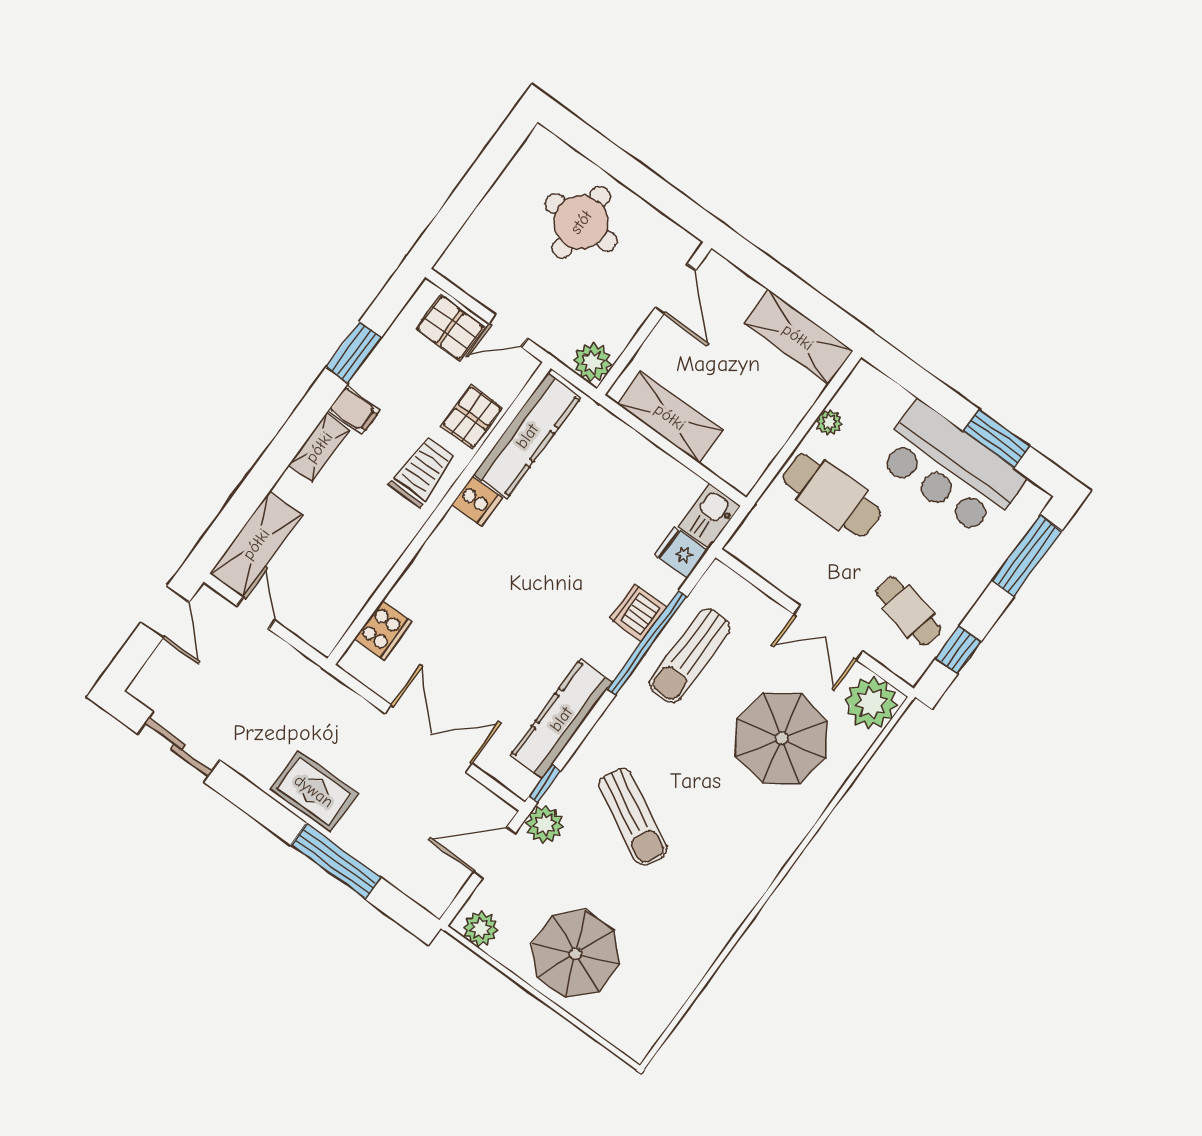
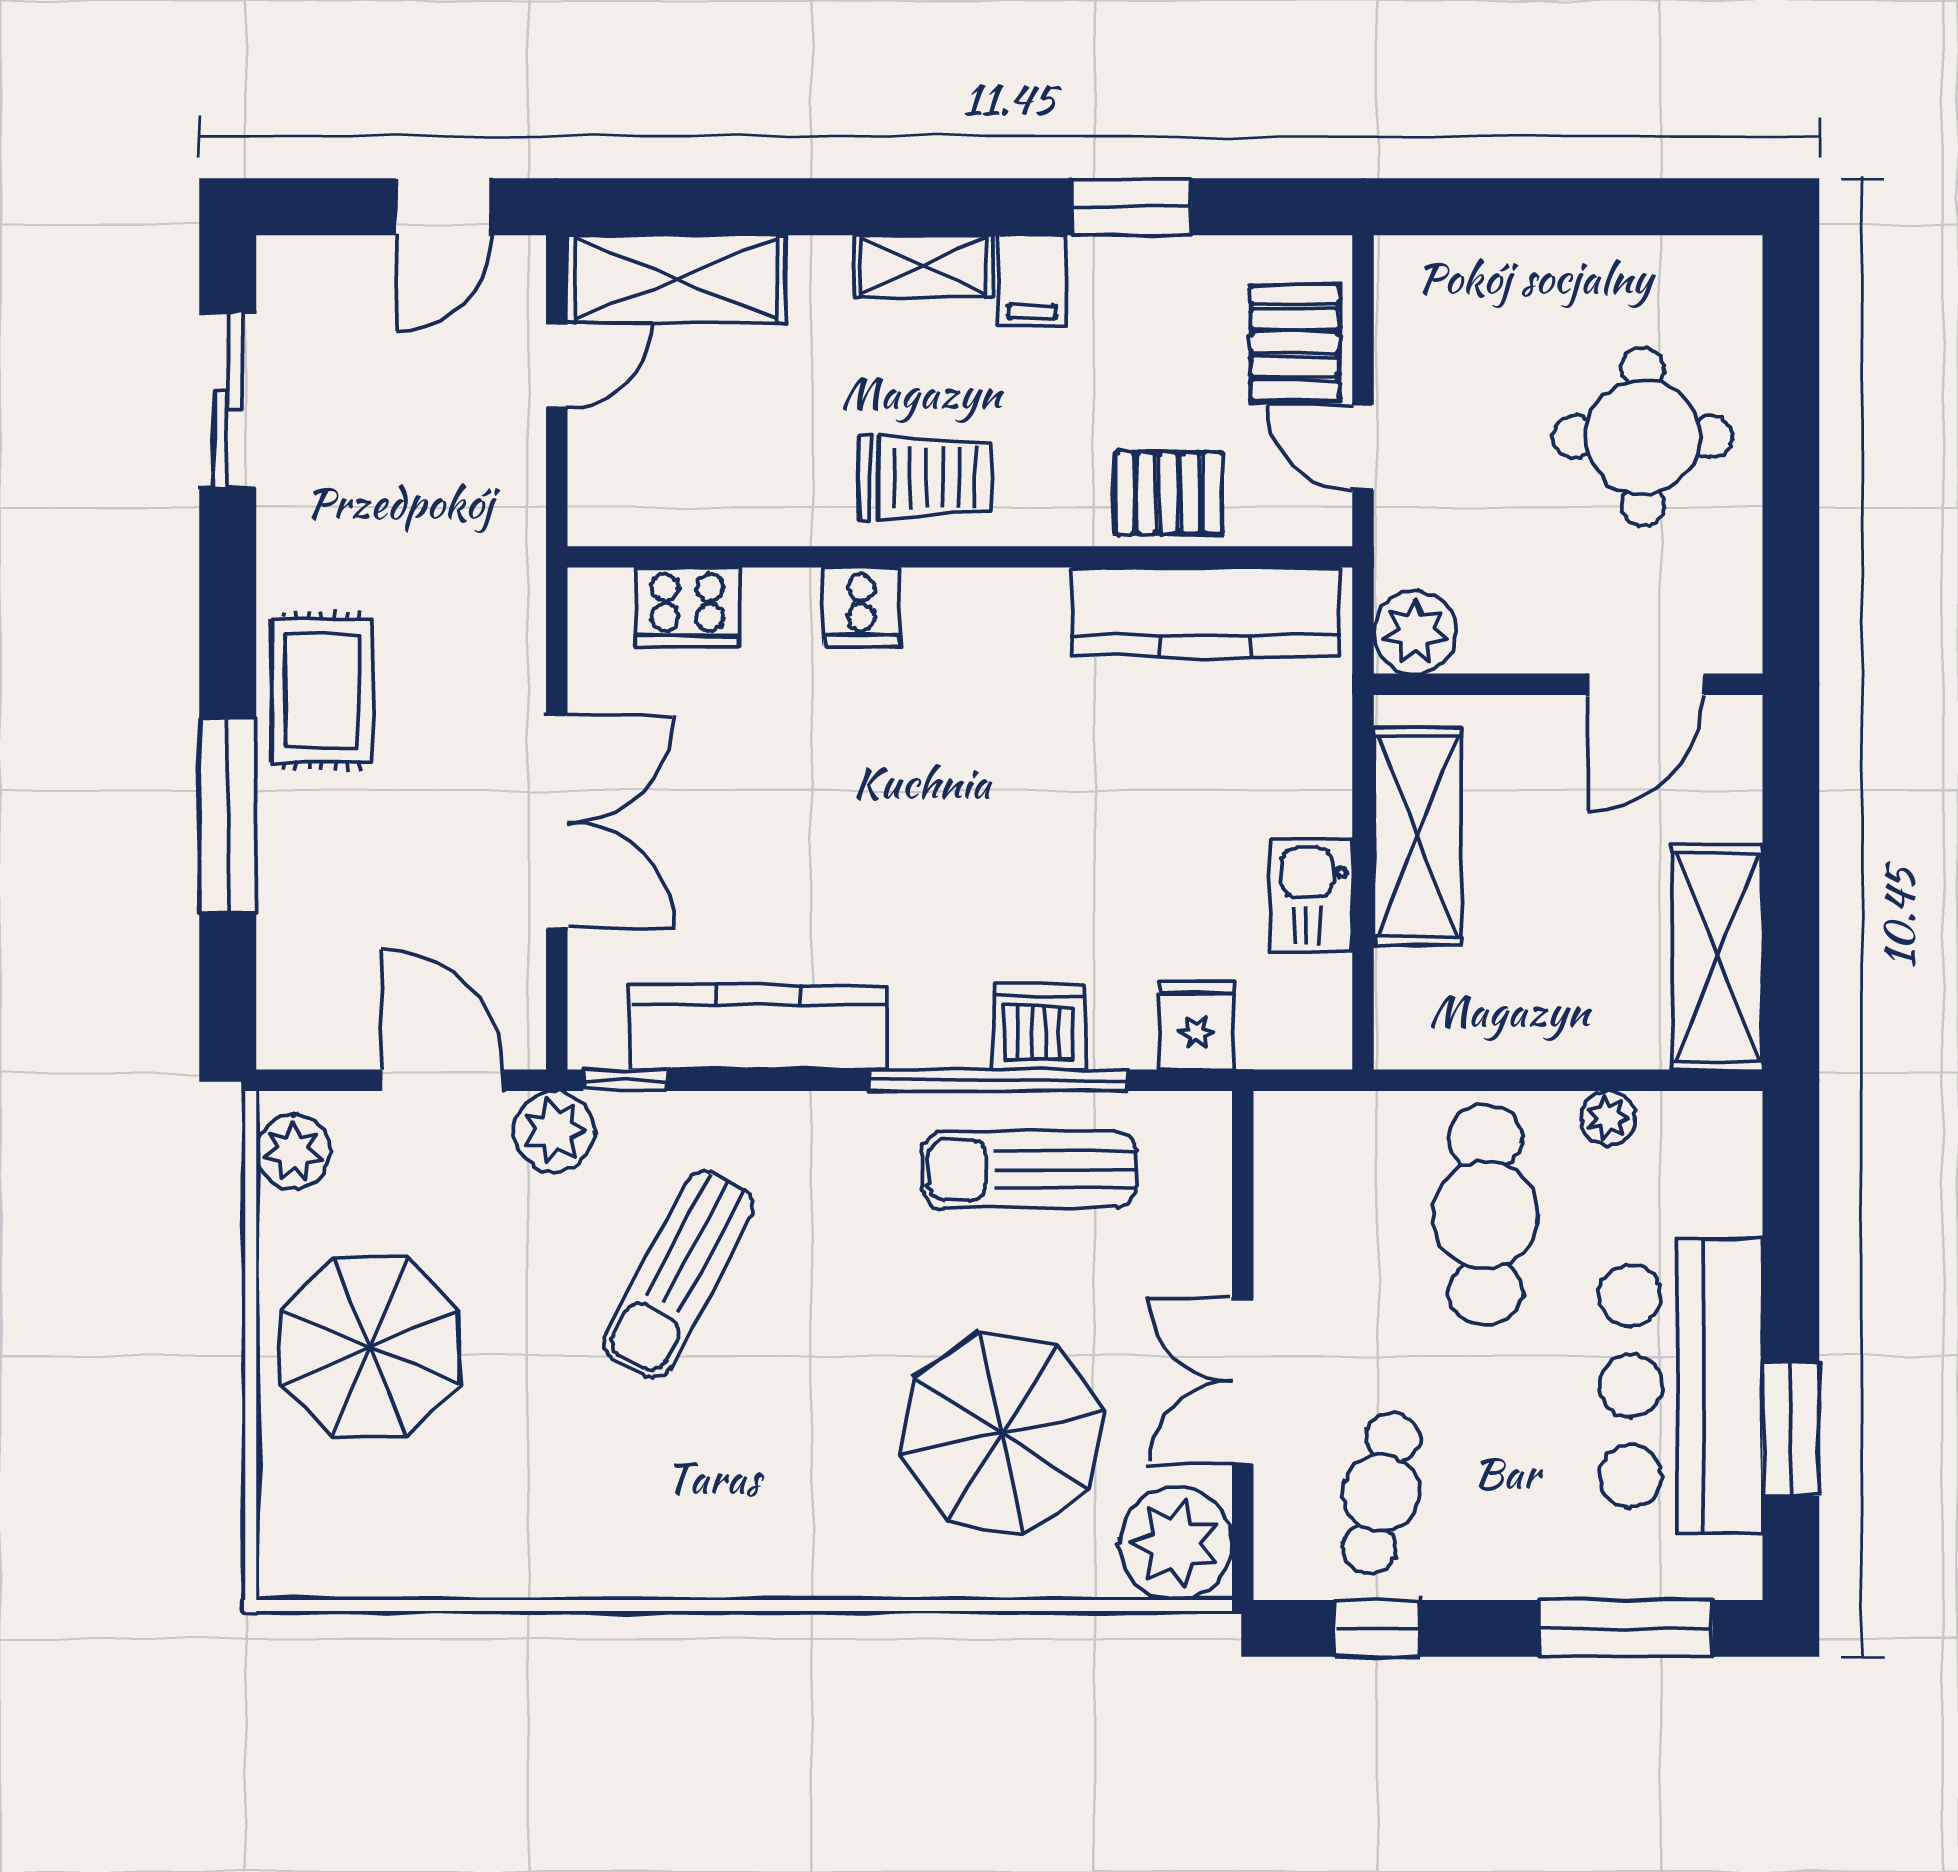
trolley: (422, 472) -> (925, 478), moved
cooker: (477, 501) -> (861, 607), moved
kitchen sink: (709, 516) -> (1311, 895), moved, turned -90

